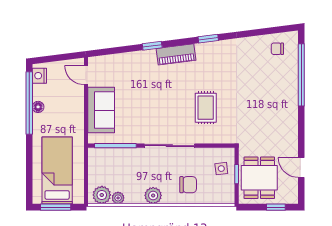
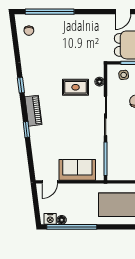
floor lamp: (38, 107) -> (62, 220), moved
floor lamp: (213, 138) -> (99, 82), added

